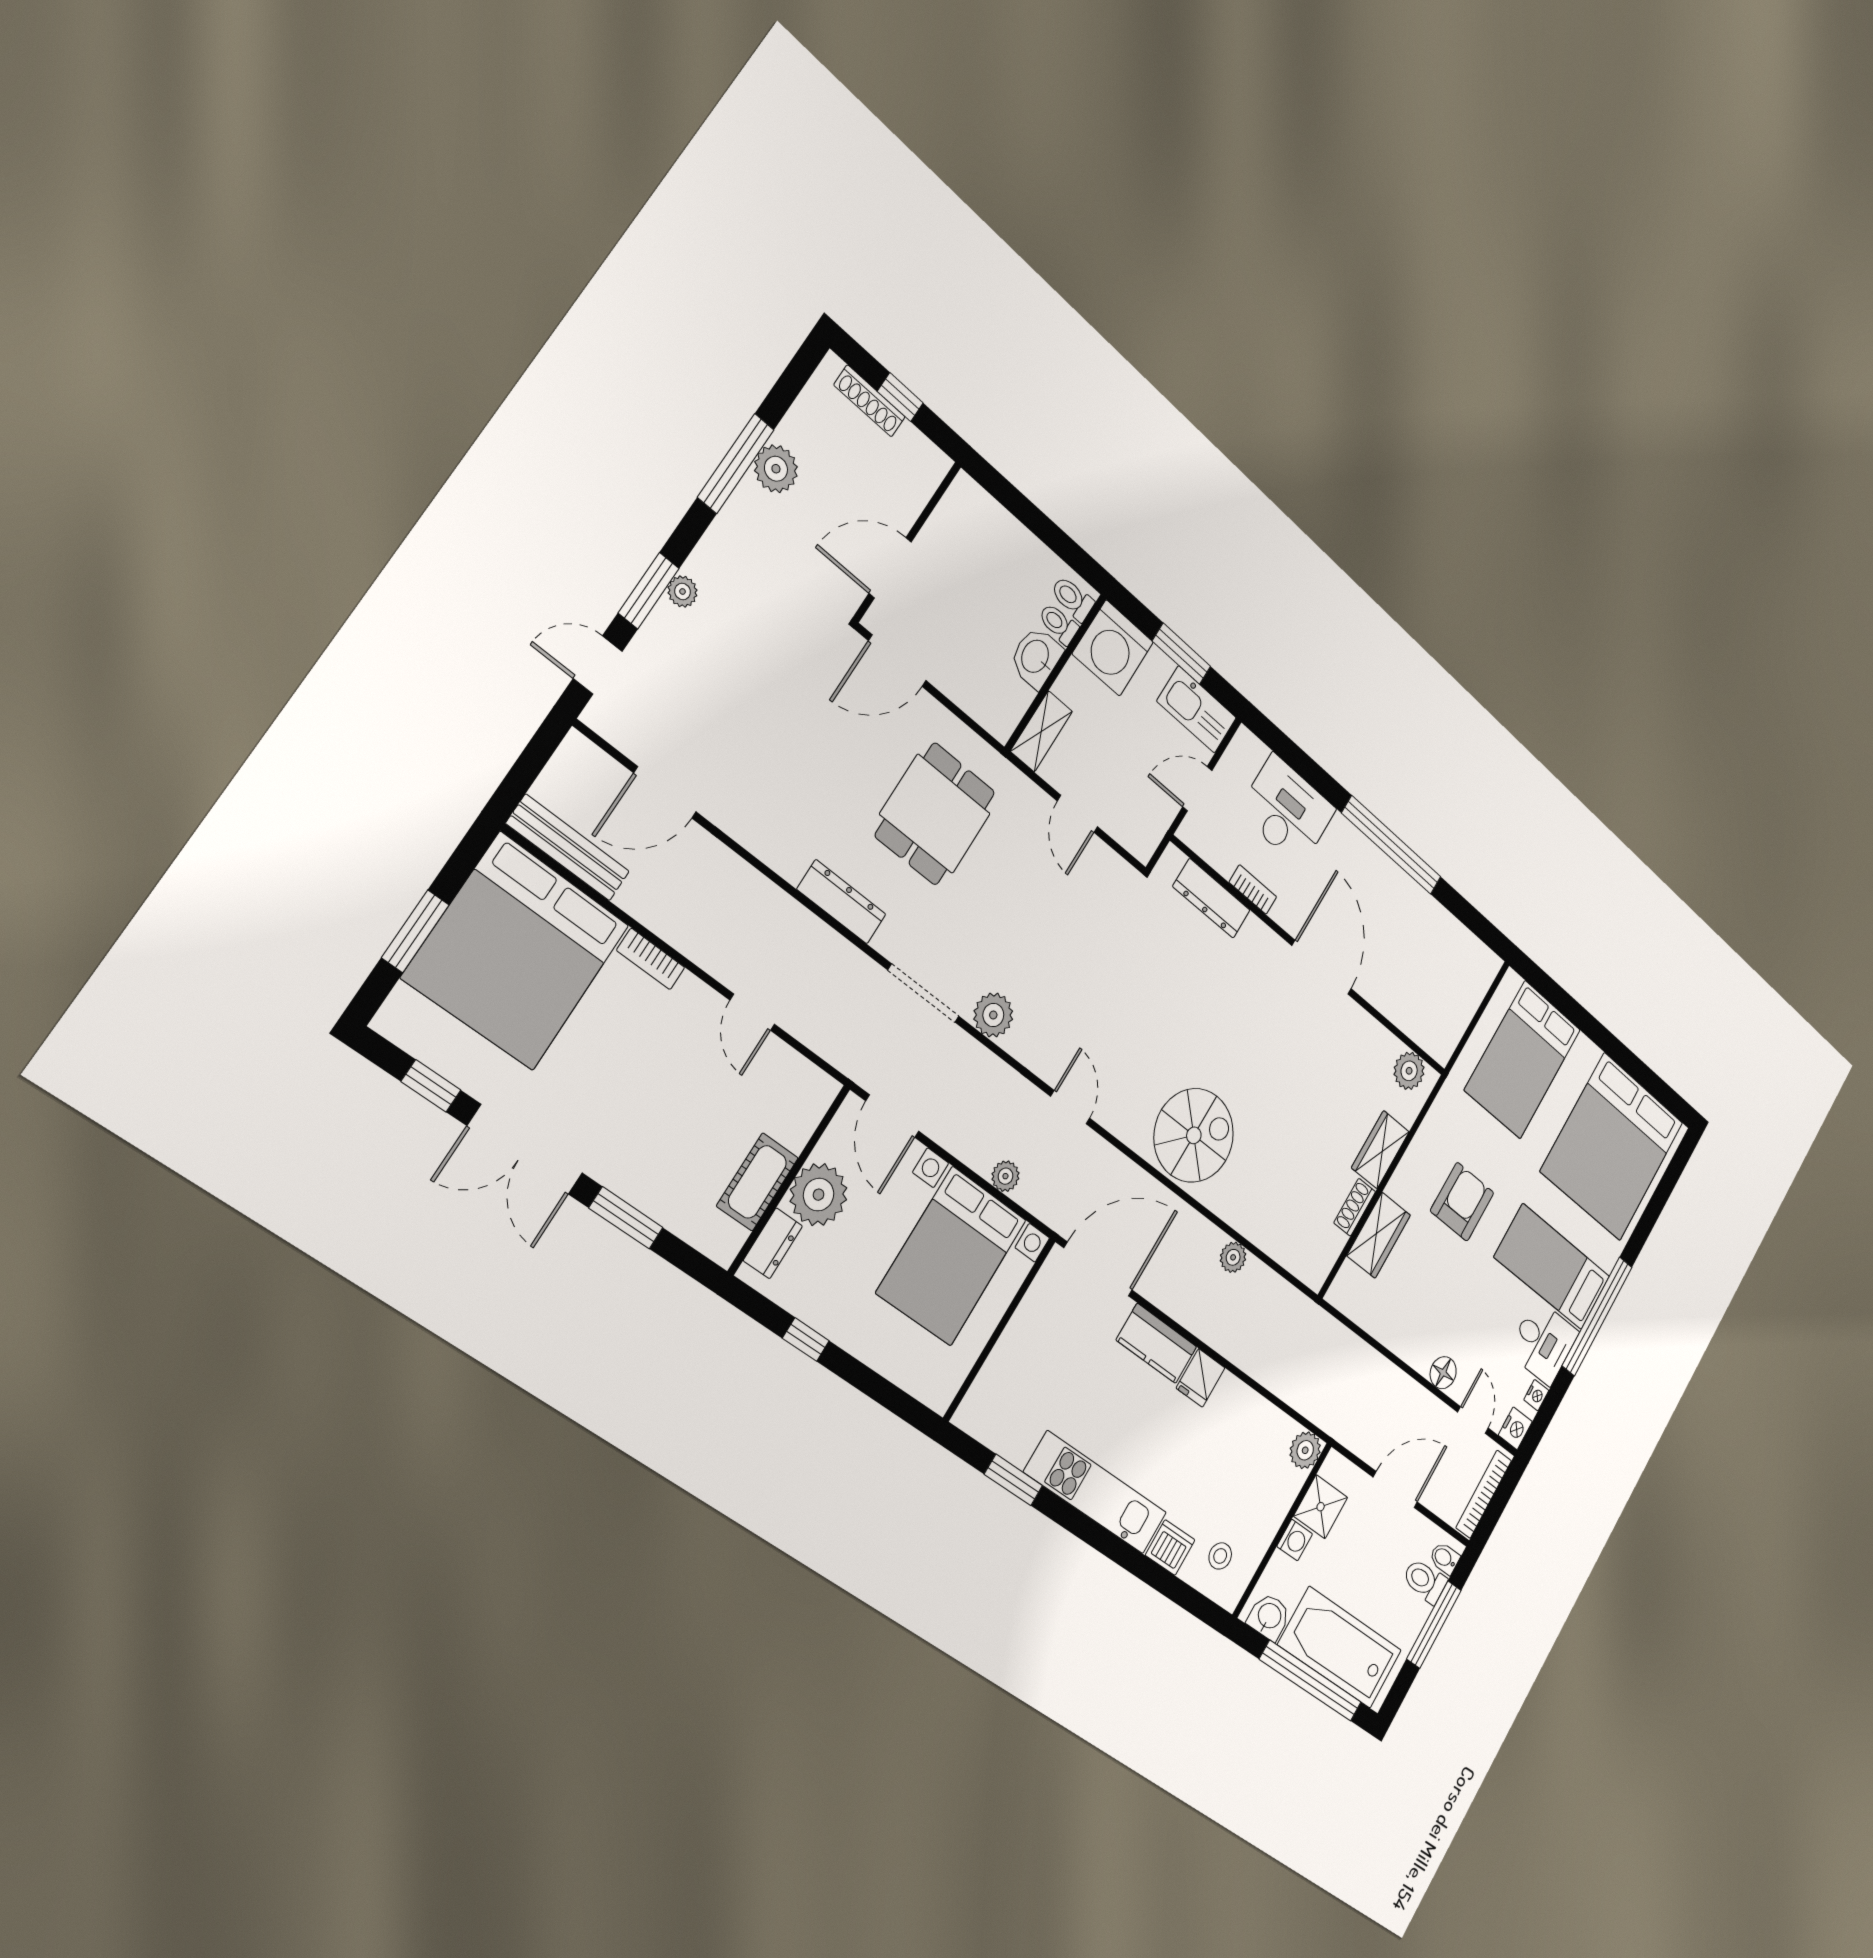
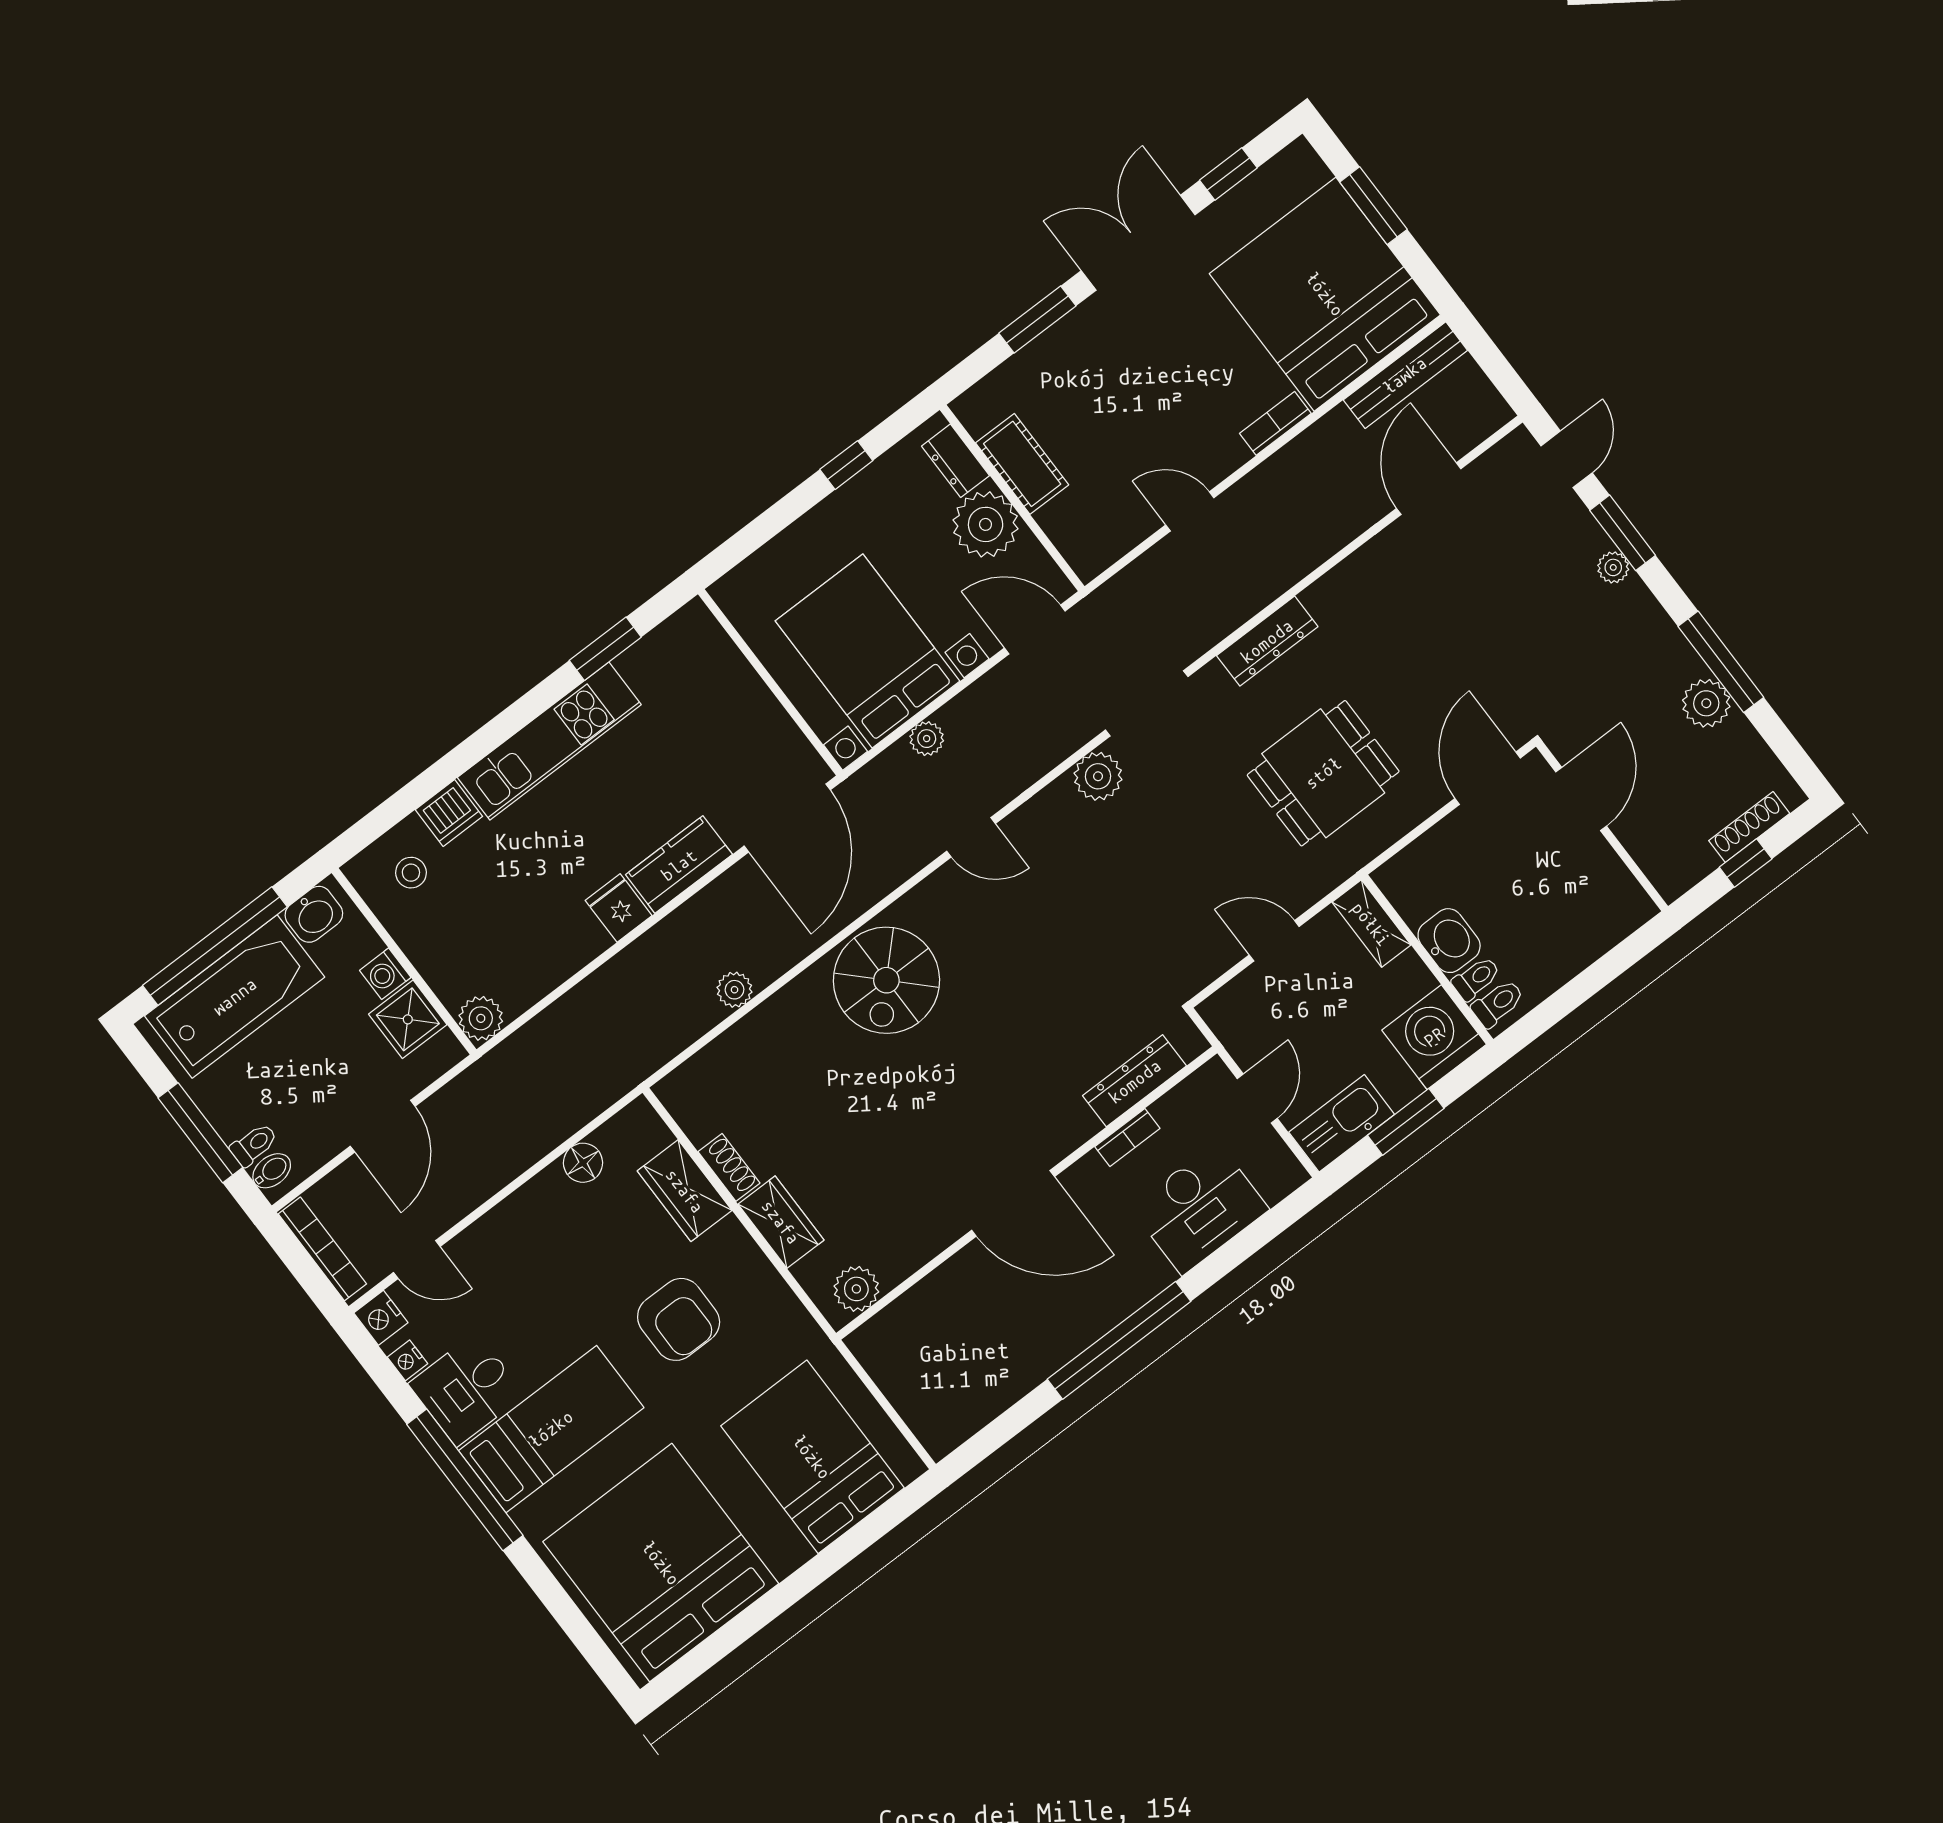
dining table: (935, 814) -> (1323, 773), turned 90
floor lamp: (1443, 1373) -> (583, 1163), moved
toilet: (1425, 1581) -> (254, 1145), width x0.73, depth x0.72

